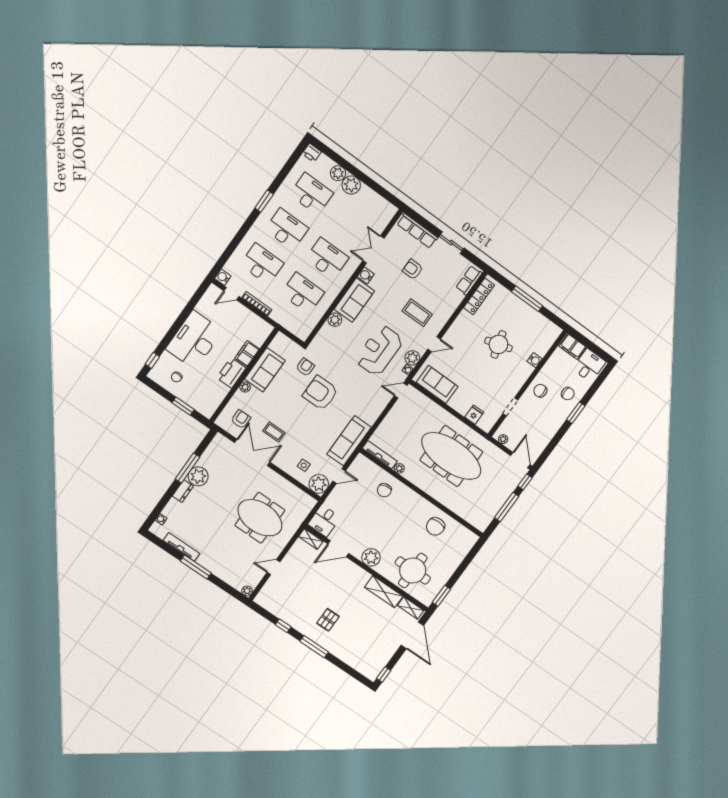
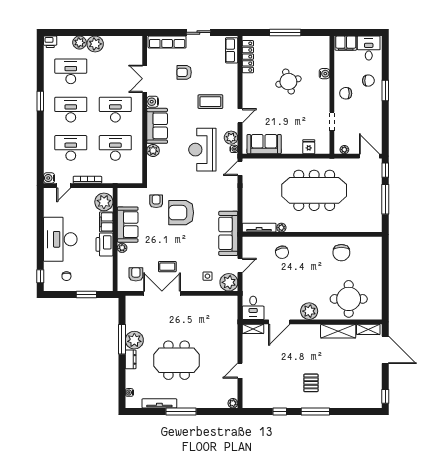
plant: (258, 334) -> (104, 202), added
meeting table: (260, 518) -> (177, 360), moved
window: (441, 596) -> (385, 303), removed

